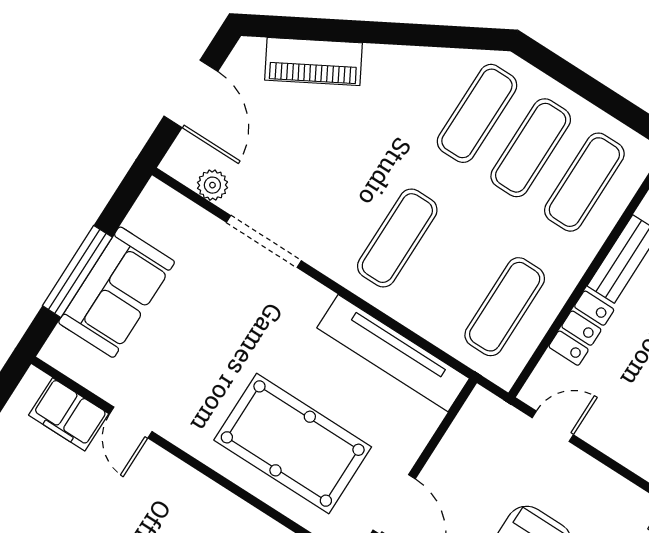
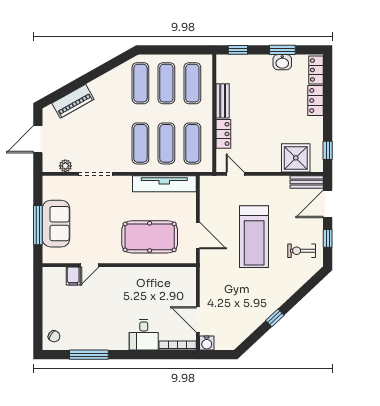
door: (191, 94) -> (38, 139), swing flipped
exercise mat: (451, 272) -> (166, 143), added
filing cabinet: (69, 414) -> (73, 276), width x0.50
door: (131, 423) -> (90, 265), hinge flipped
door: (553, 426) -> (235, 174), hinge flipped

